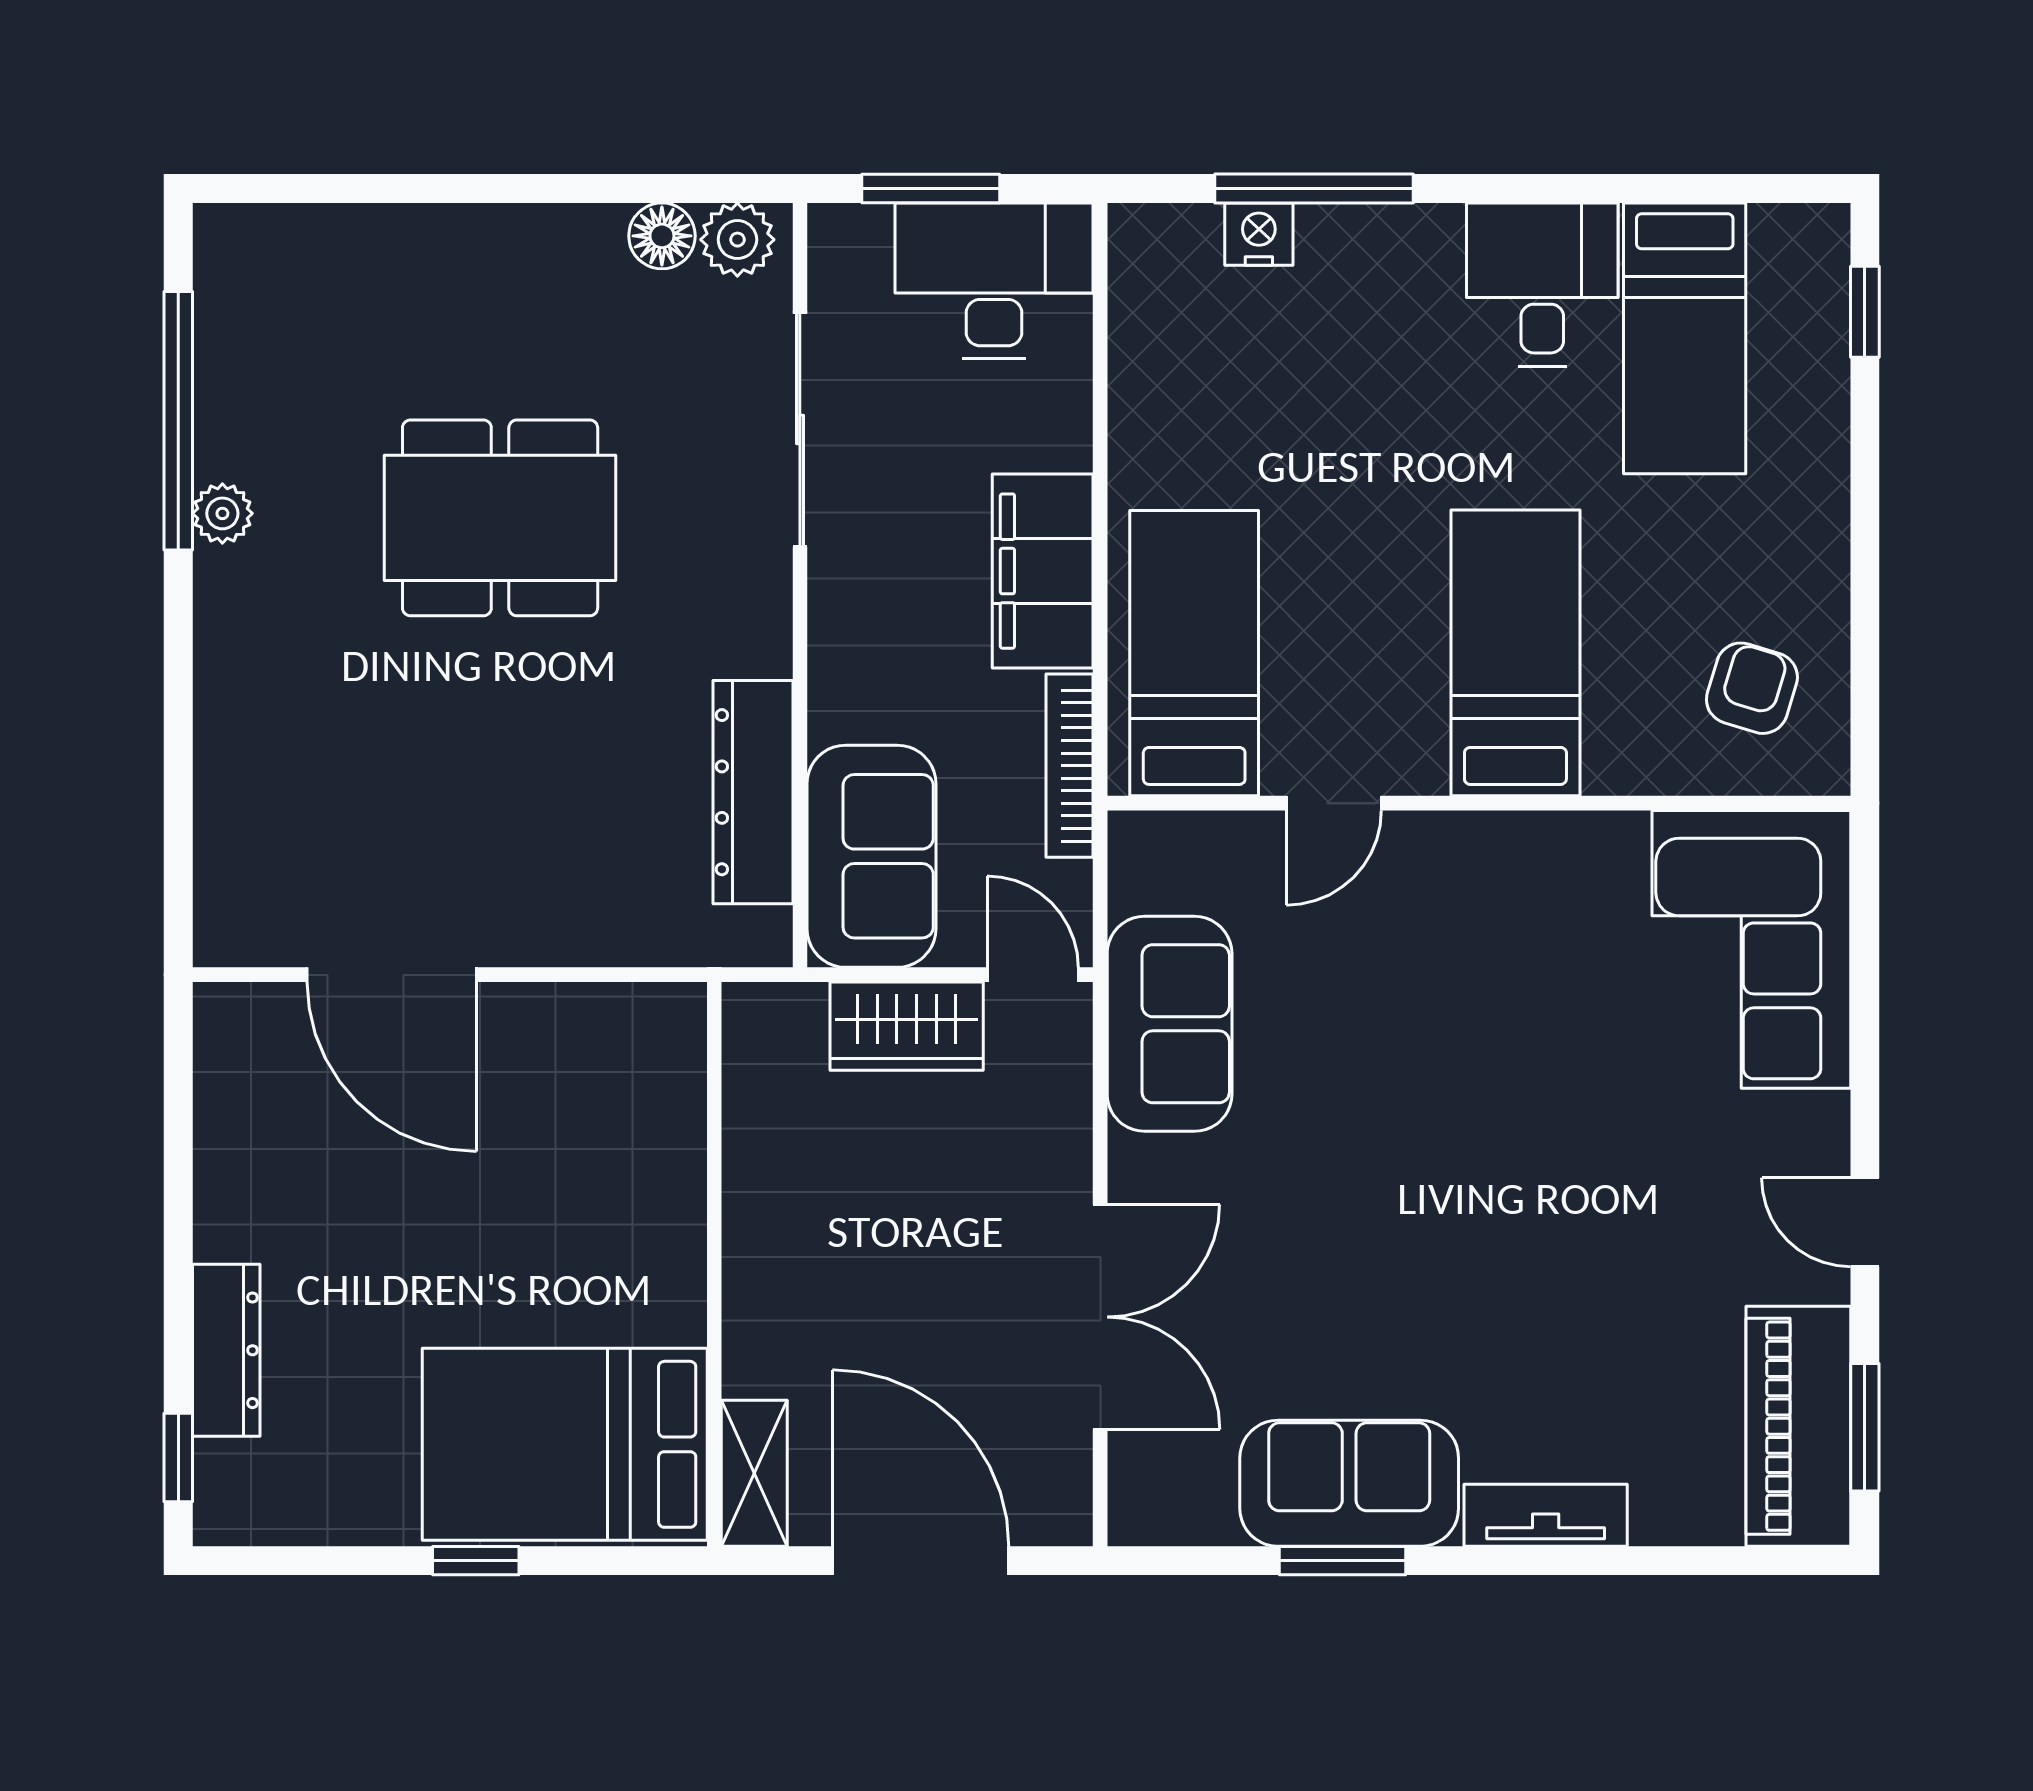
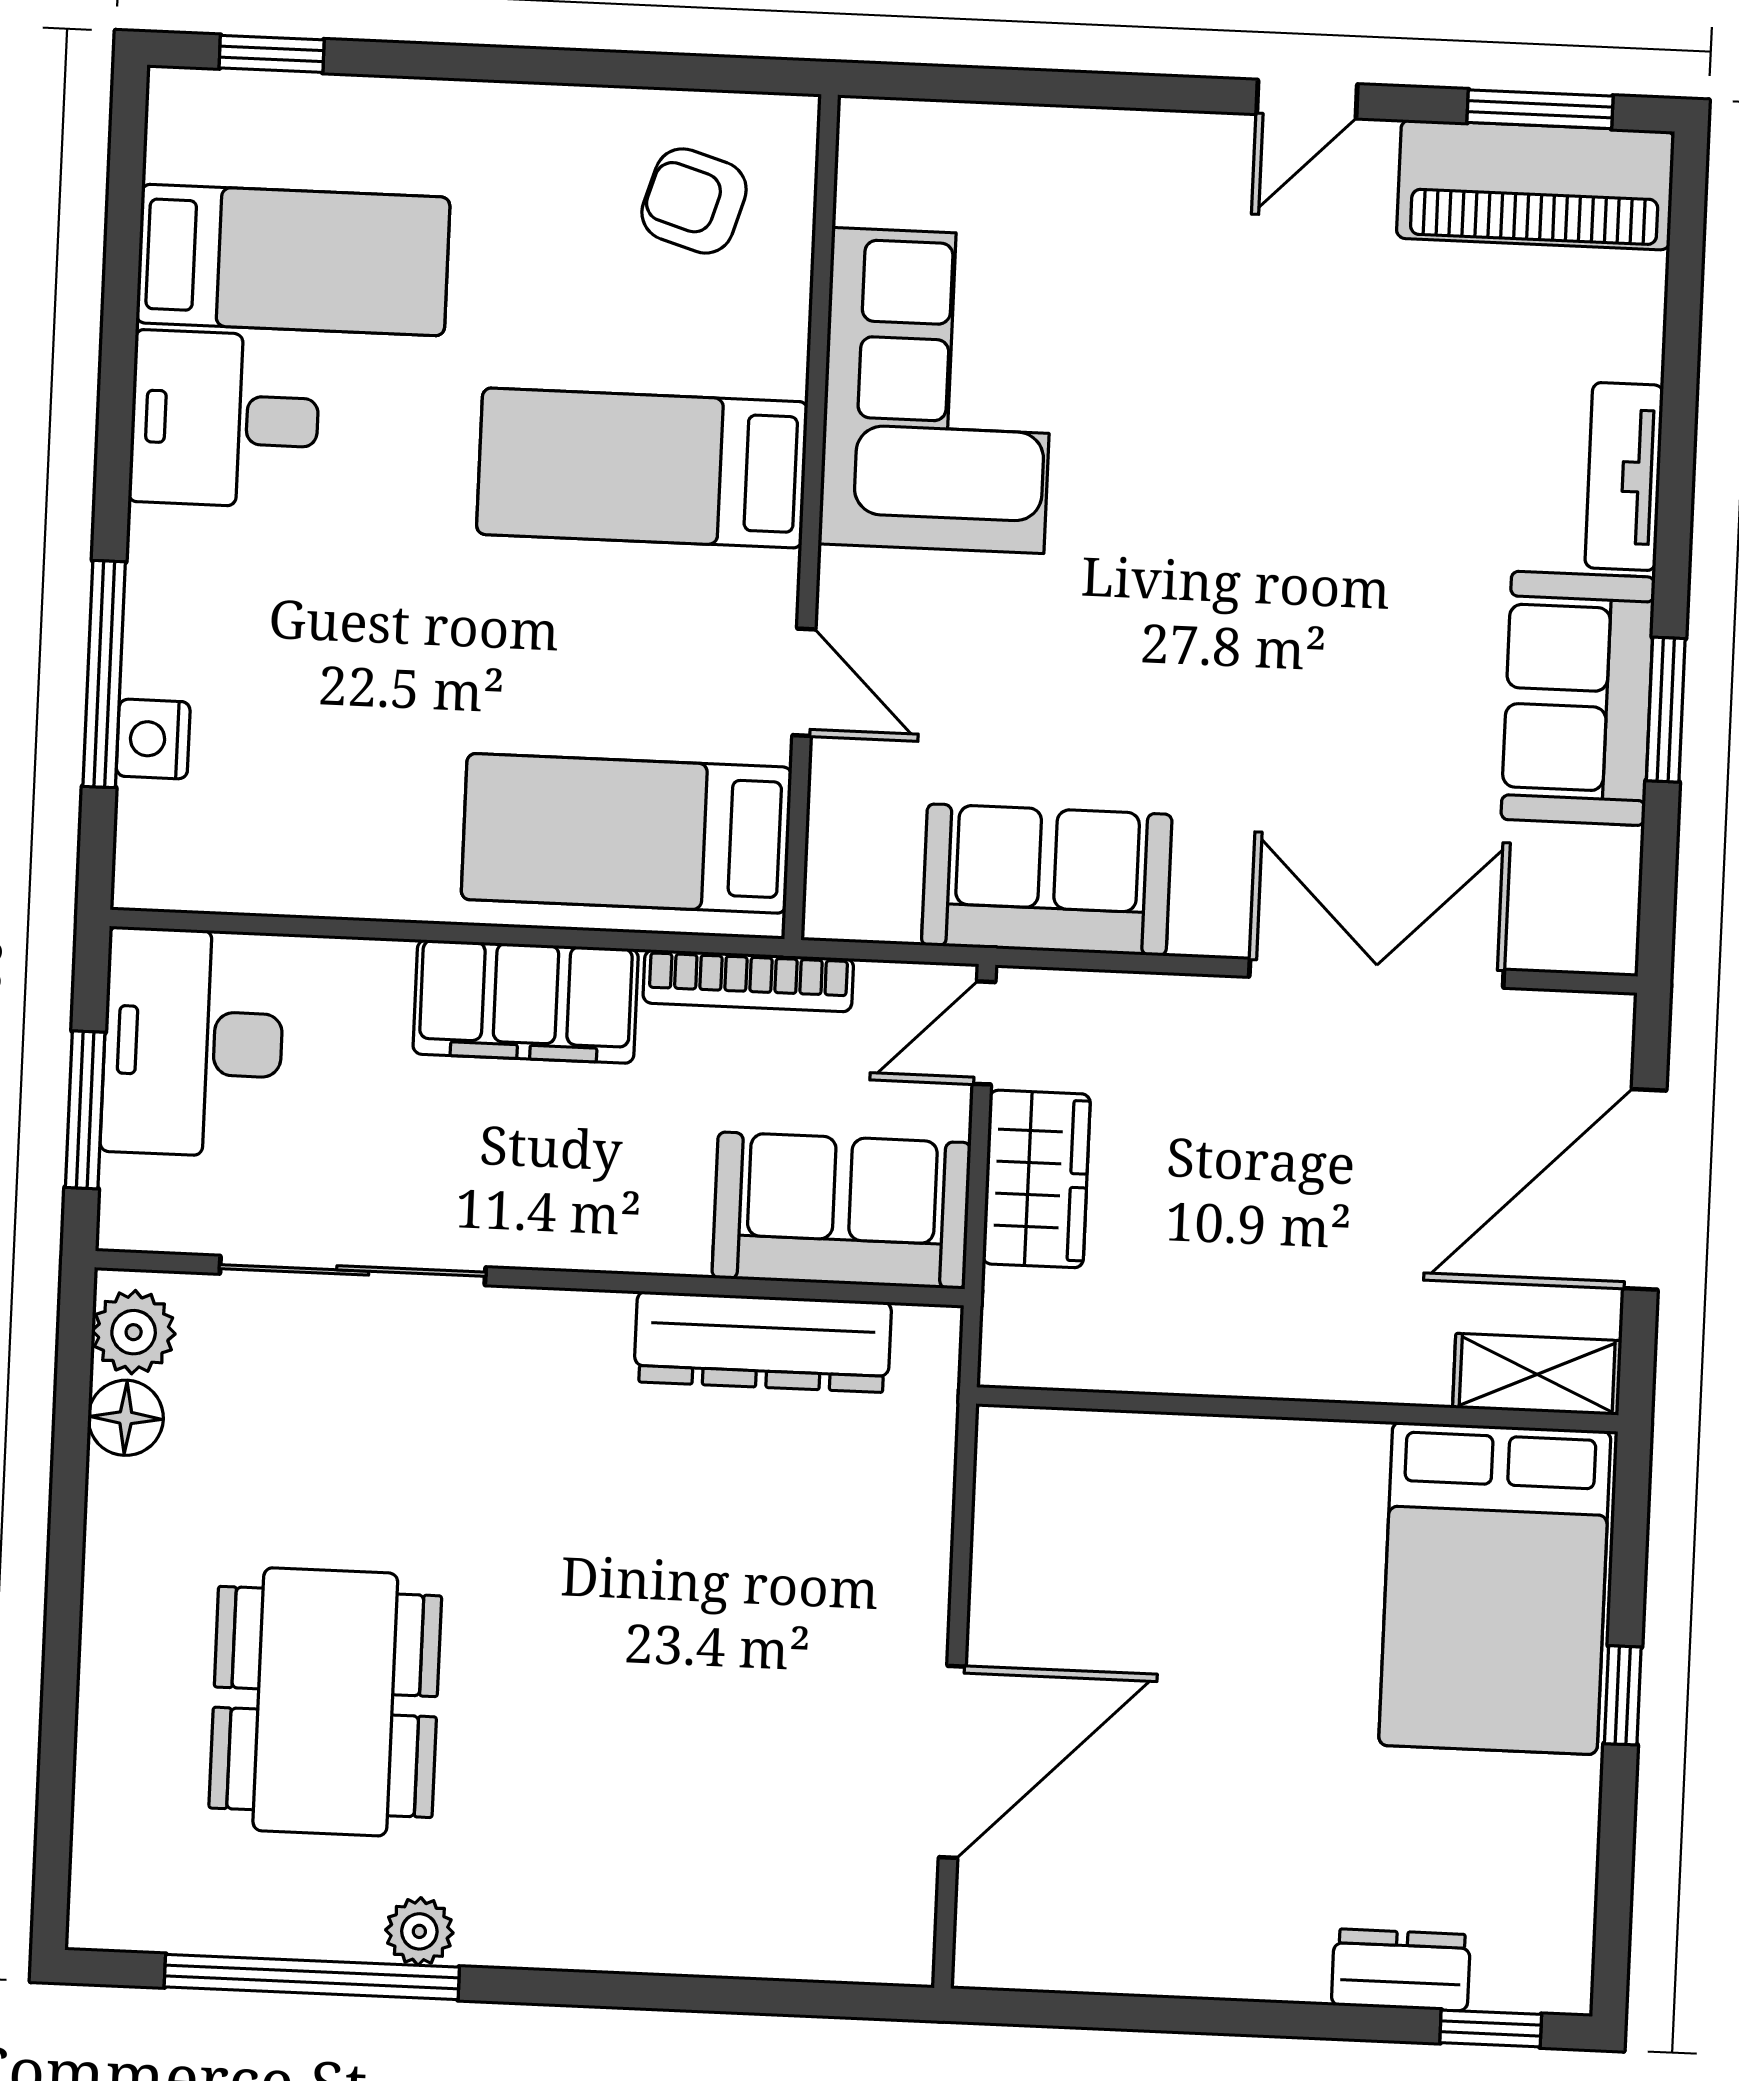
dining table: (500, 518) -> (325, 1702), moved
corner sofa: (1751, 949) -> (938, 391), moved, turned -90
dresser: (226, 1350) -> (1401, 1970), width x0.70

